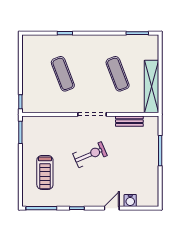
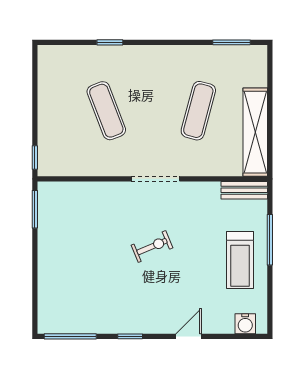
exercise mat: (118, 74) -> (198, 111), turned 36
bench: (129, 121) -> (244, 190), moved
exercise bike: (90, 155) -> (152, 247), width x0.73, depth x0.72
treadmill: (45, 172) -> (240, 260), moved
water cooler: (130, 201) -> (245, 324), moved

